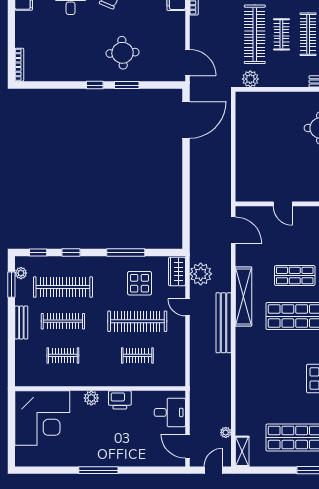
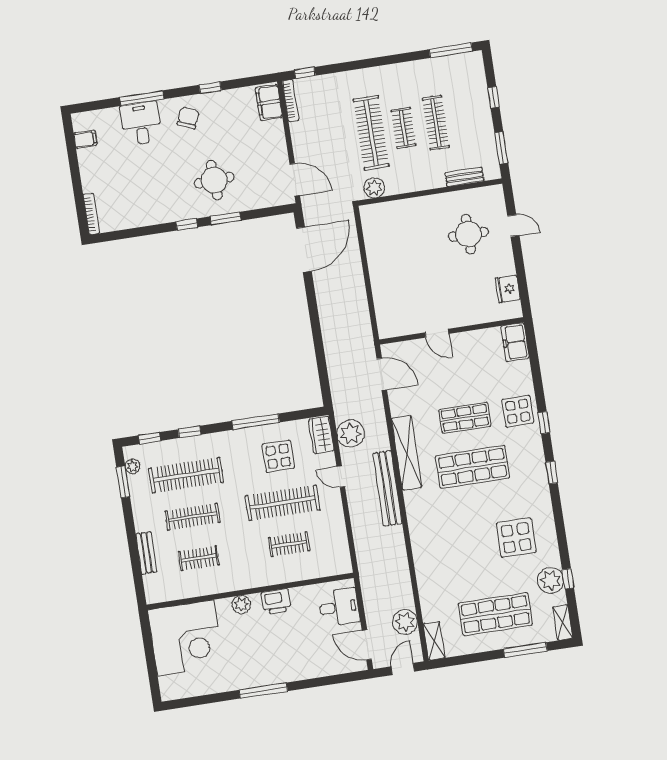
bench: (21, 322) -> (146, 553), moved
plant: (226, 432) -> (405, 622), width x1.88, depth x1.88

